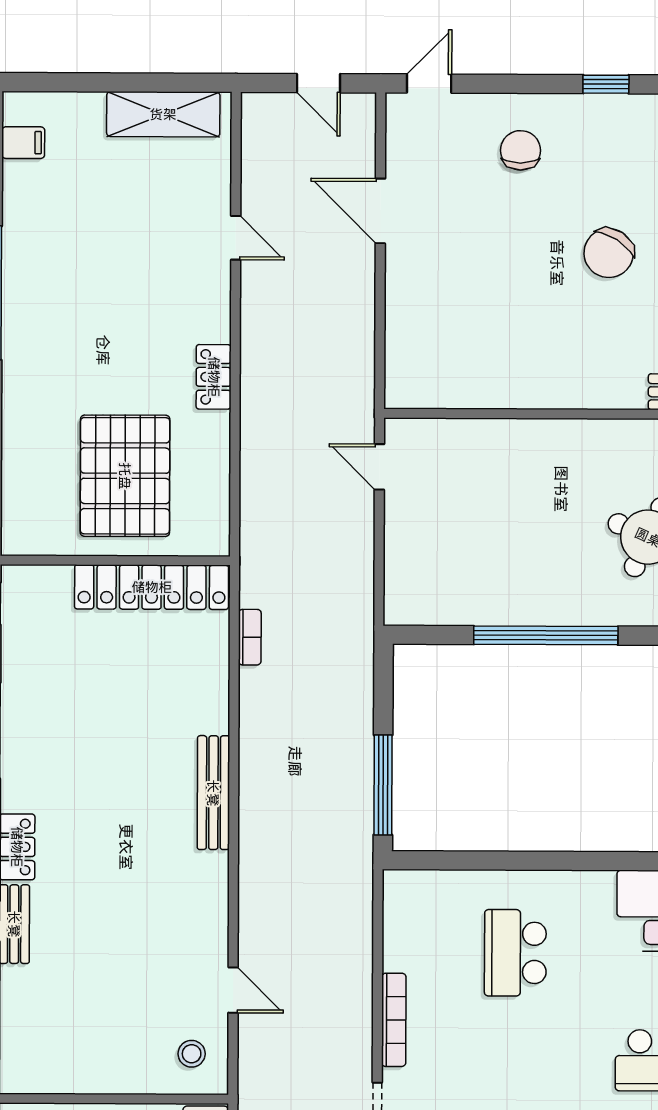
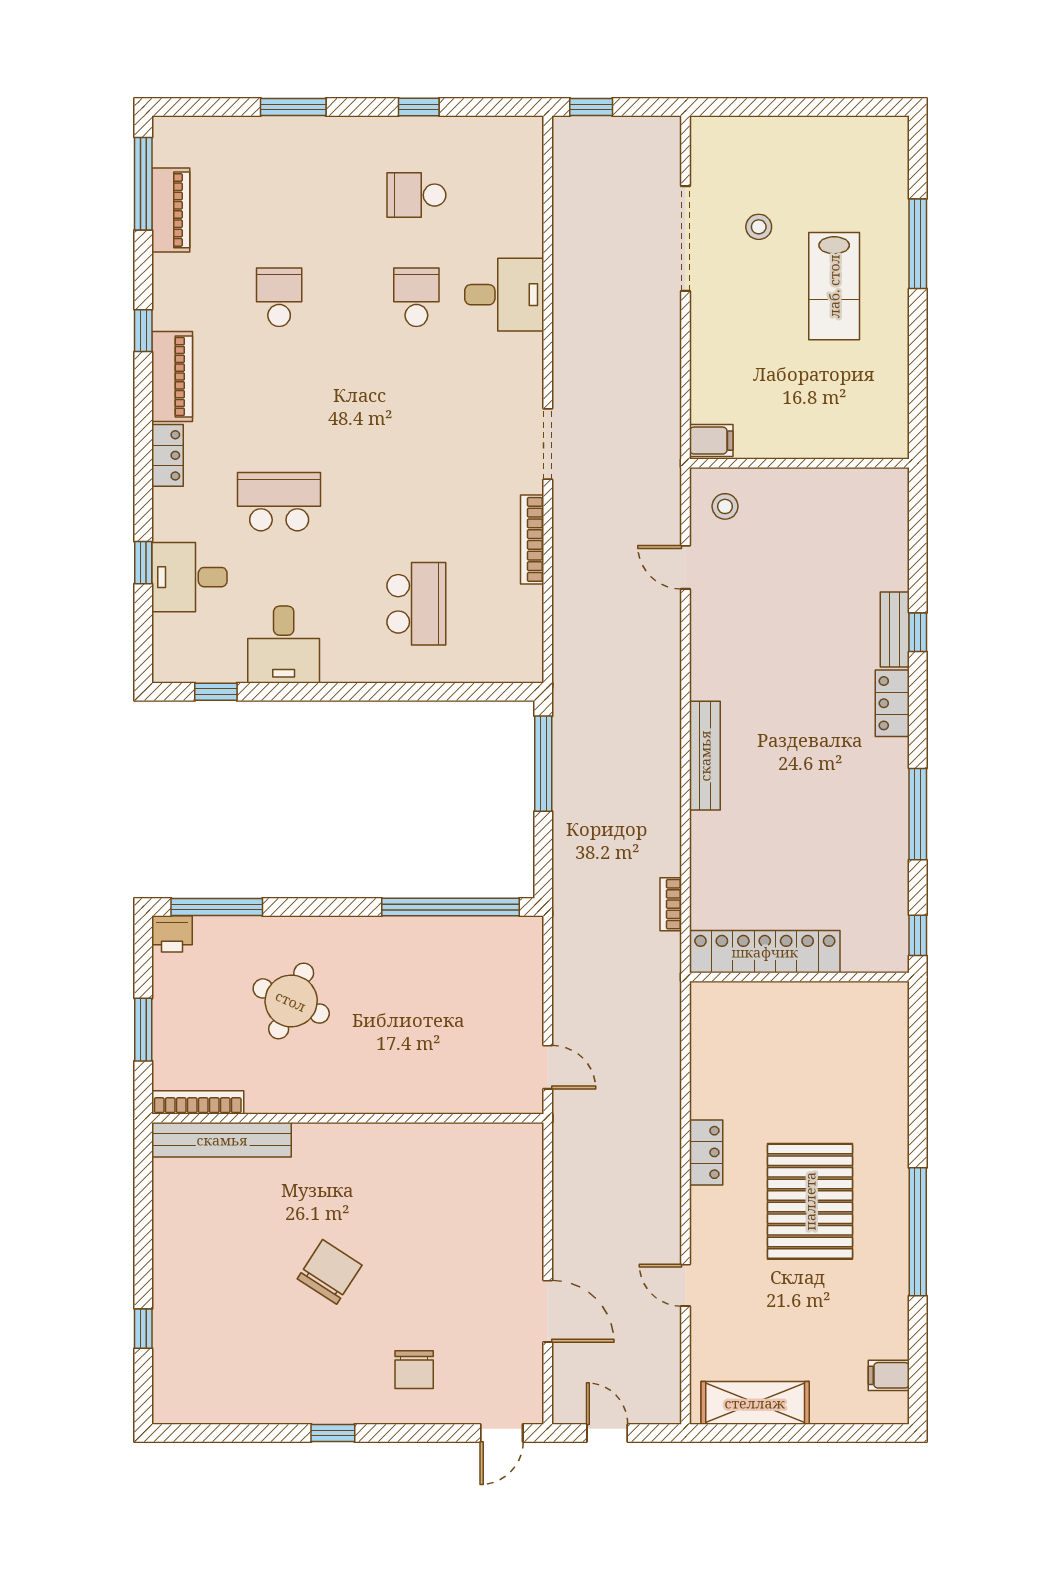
pallet: (125, 476) -> (810, 1201), moved
window: (546, 635) -> (450, 907), moved

